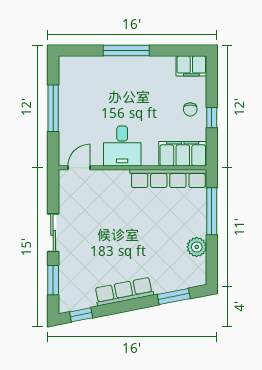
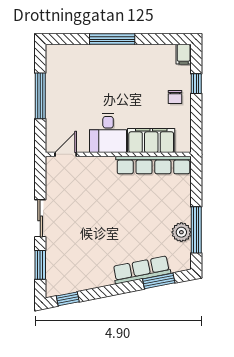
filing cabinet: (191, 66) -> (184, 54), width x0.50
window: (212, 118) -> (196, 84), moved
filing cabinet: (183, 154) -> (151, 141), moved
window: (212, 211) -> (196, 230), moved
row of seats: (124, 292) -> (142, 270), moved

